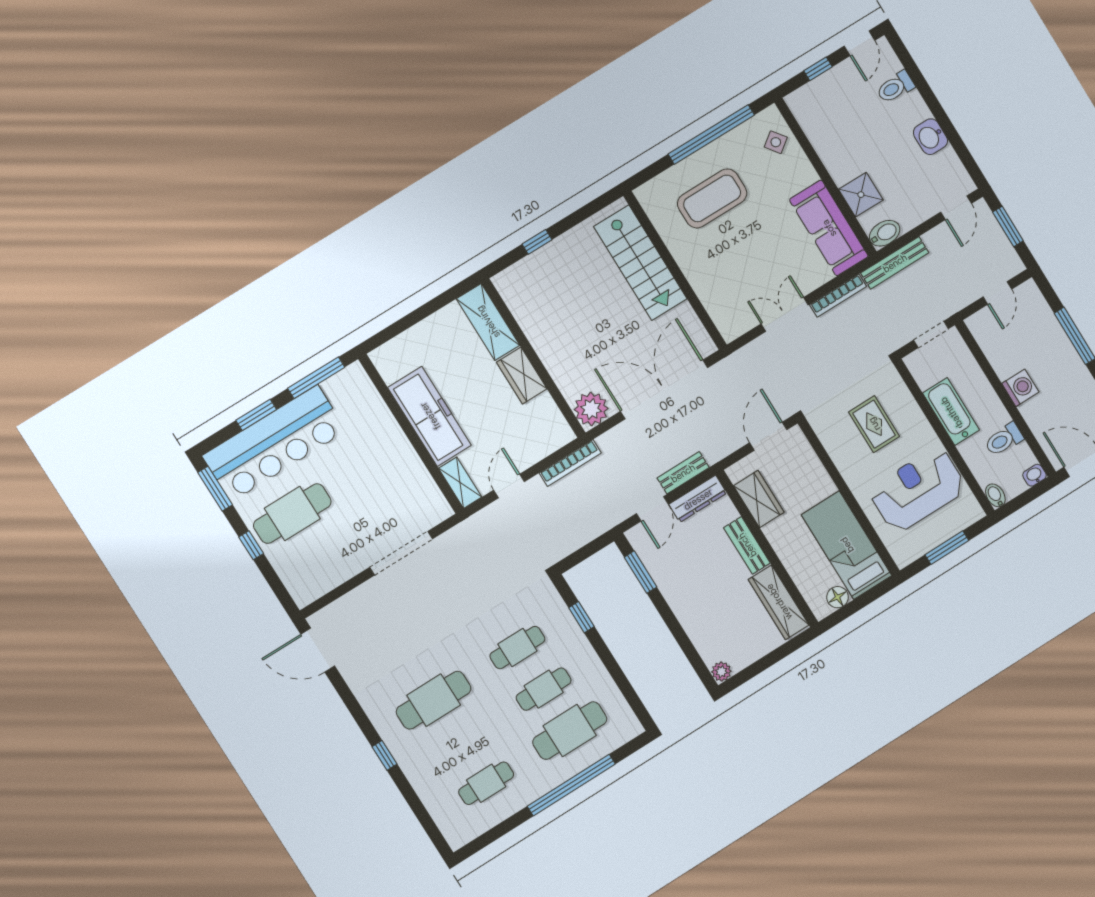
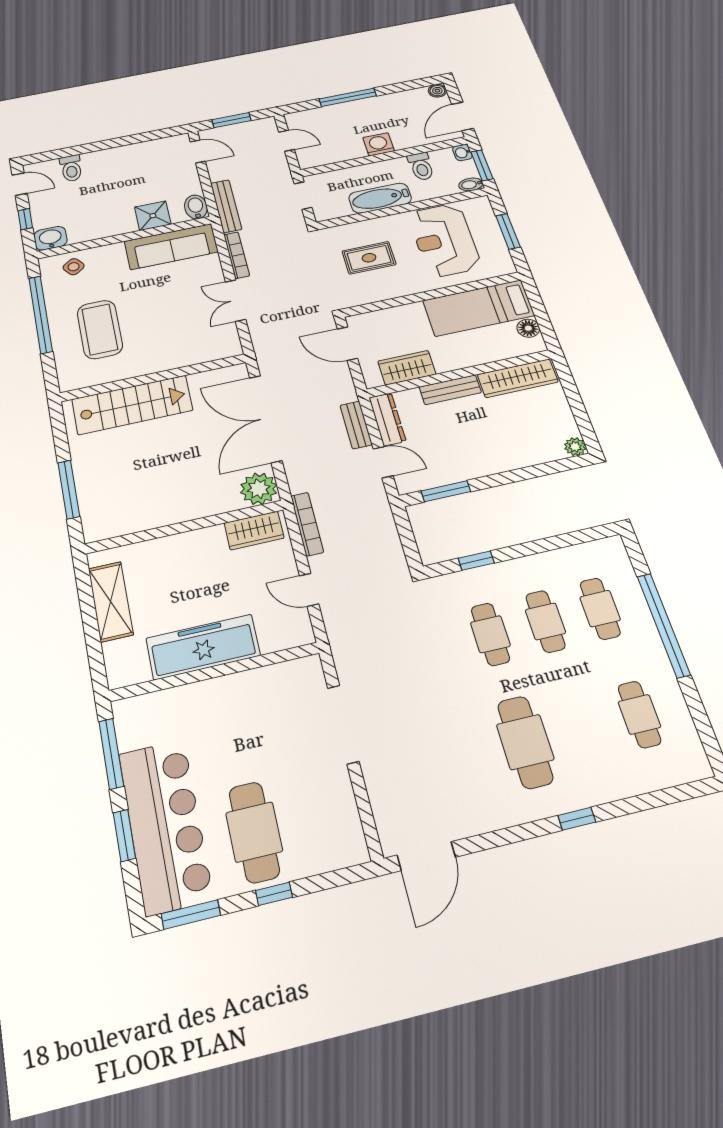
washbasin: (930, 137) -> (50, 238), moved, turned 180
window: (537, 242) -> (69, 489), width x2.17
shelving: (488, 322) -> (111, 601), moved, turned 90
wardrobe: (522, 376) -> (254, 530), moved
shelving: (460, 483) -> (287, 638), removed
window: (1023, 499) -> (482, 165), added
cafe table: (570, 731) -> (600, 609), width x0.73, depth x0.74

